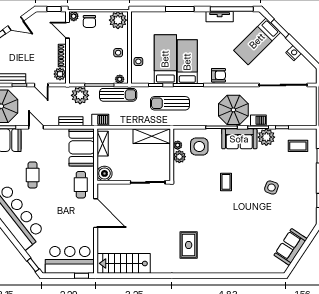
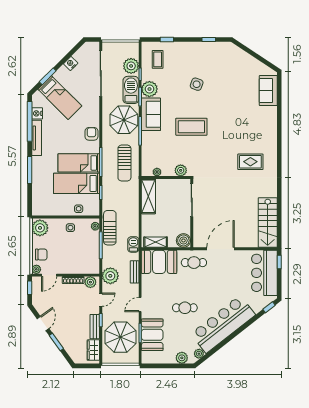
tv unit: (220, 17) -> (37, 138), width x1.41
nightstand: (240, 17) -> (37, 113), added
plant: (80, 95) -> (110, 276), moved
sun lounger: (170, 103) -> (124, 163), moved
plant: (291, 118) -> (131, 66), added
barbecue: (258, 120) -> (131, 90), width x1.88, depth x1.53
side table: (199, 147) -> (158, 152), removed
plant: (179, 157) -> (181, 170), moved
coffee table: (226, 182) -> (191, 127), width x1.86, depth x1.72
sofa: (291, 247) -> (268, 91), moved, turned 57

